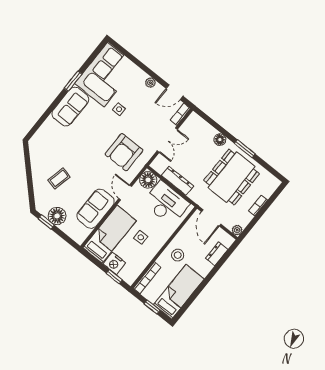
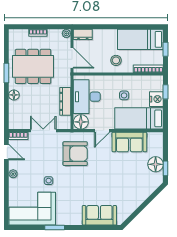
sofa: (70, 107) -> (99, 215), moved
coffee table: (59, 178) -> (129, 184), removed
door: (211, 218) -> (72, 58), hinge flipped
dresser: (217, 254) -> (83, 34), moved

